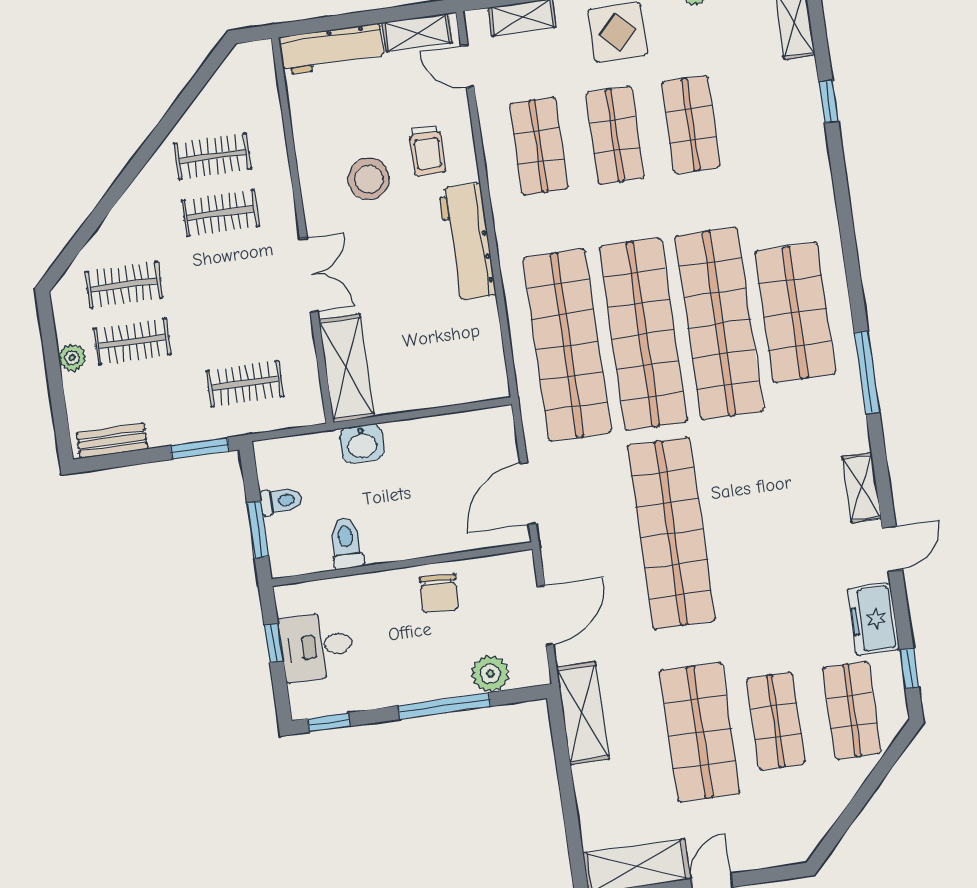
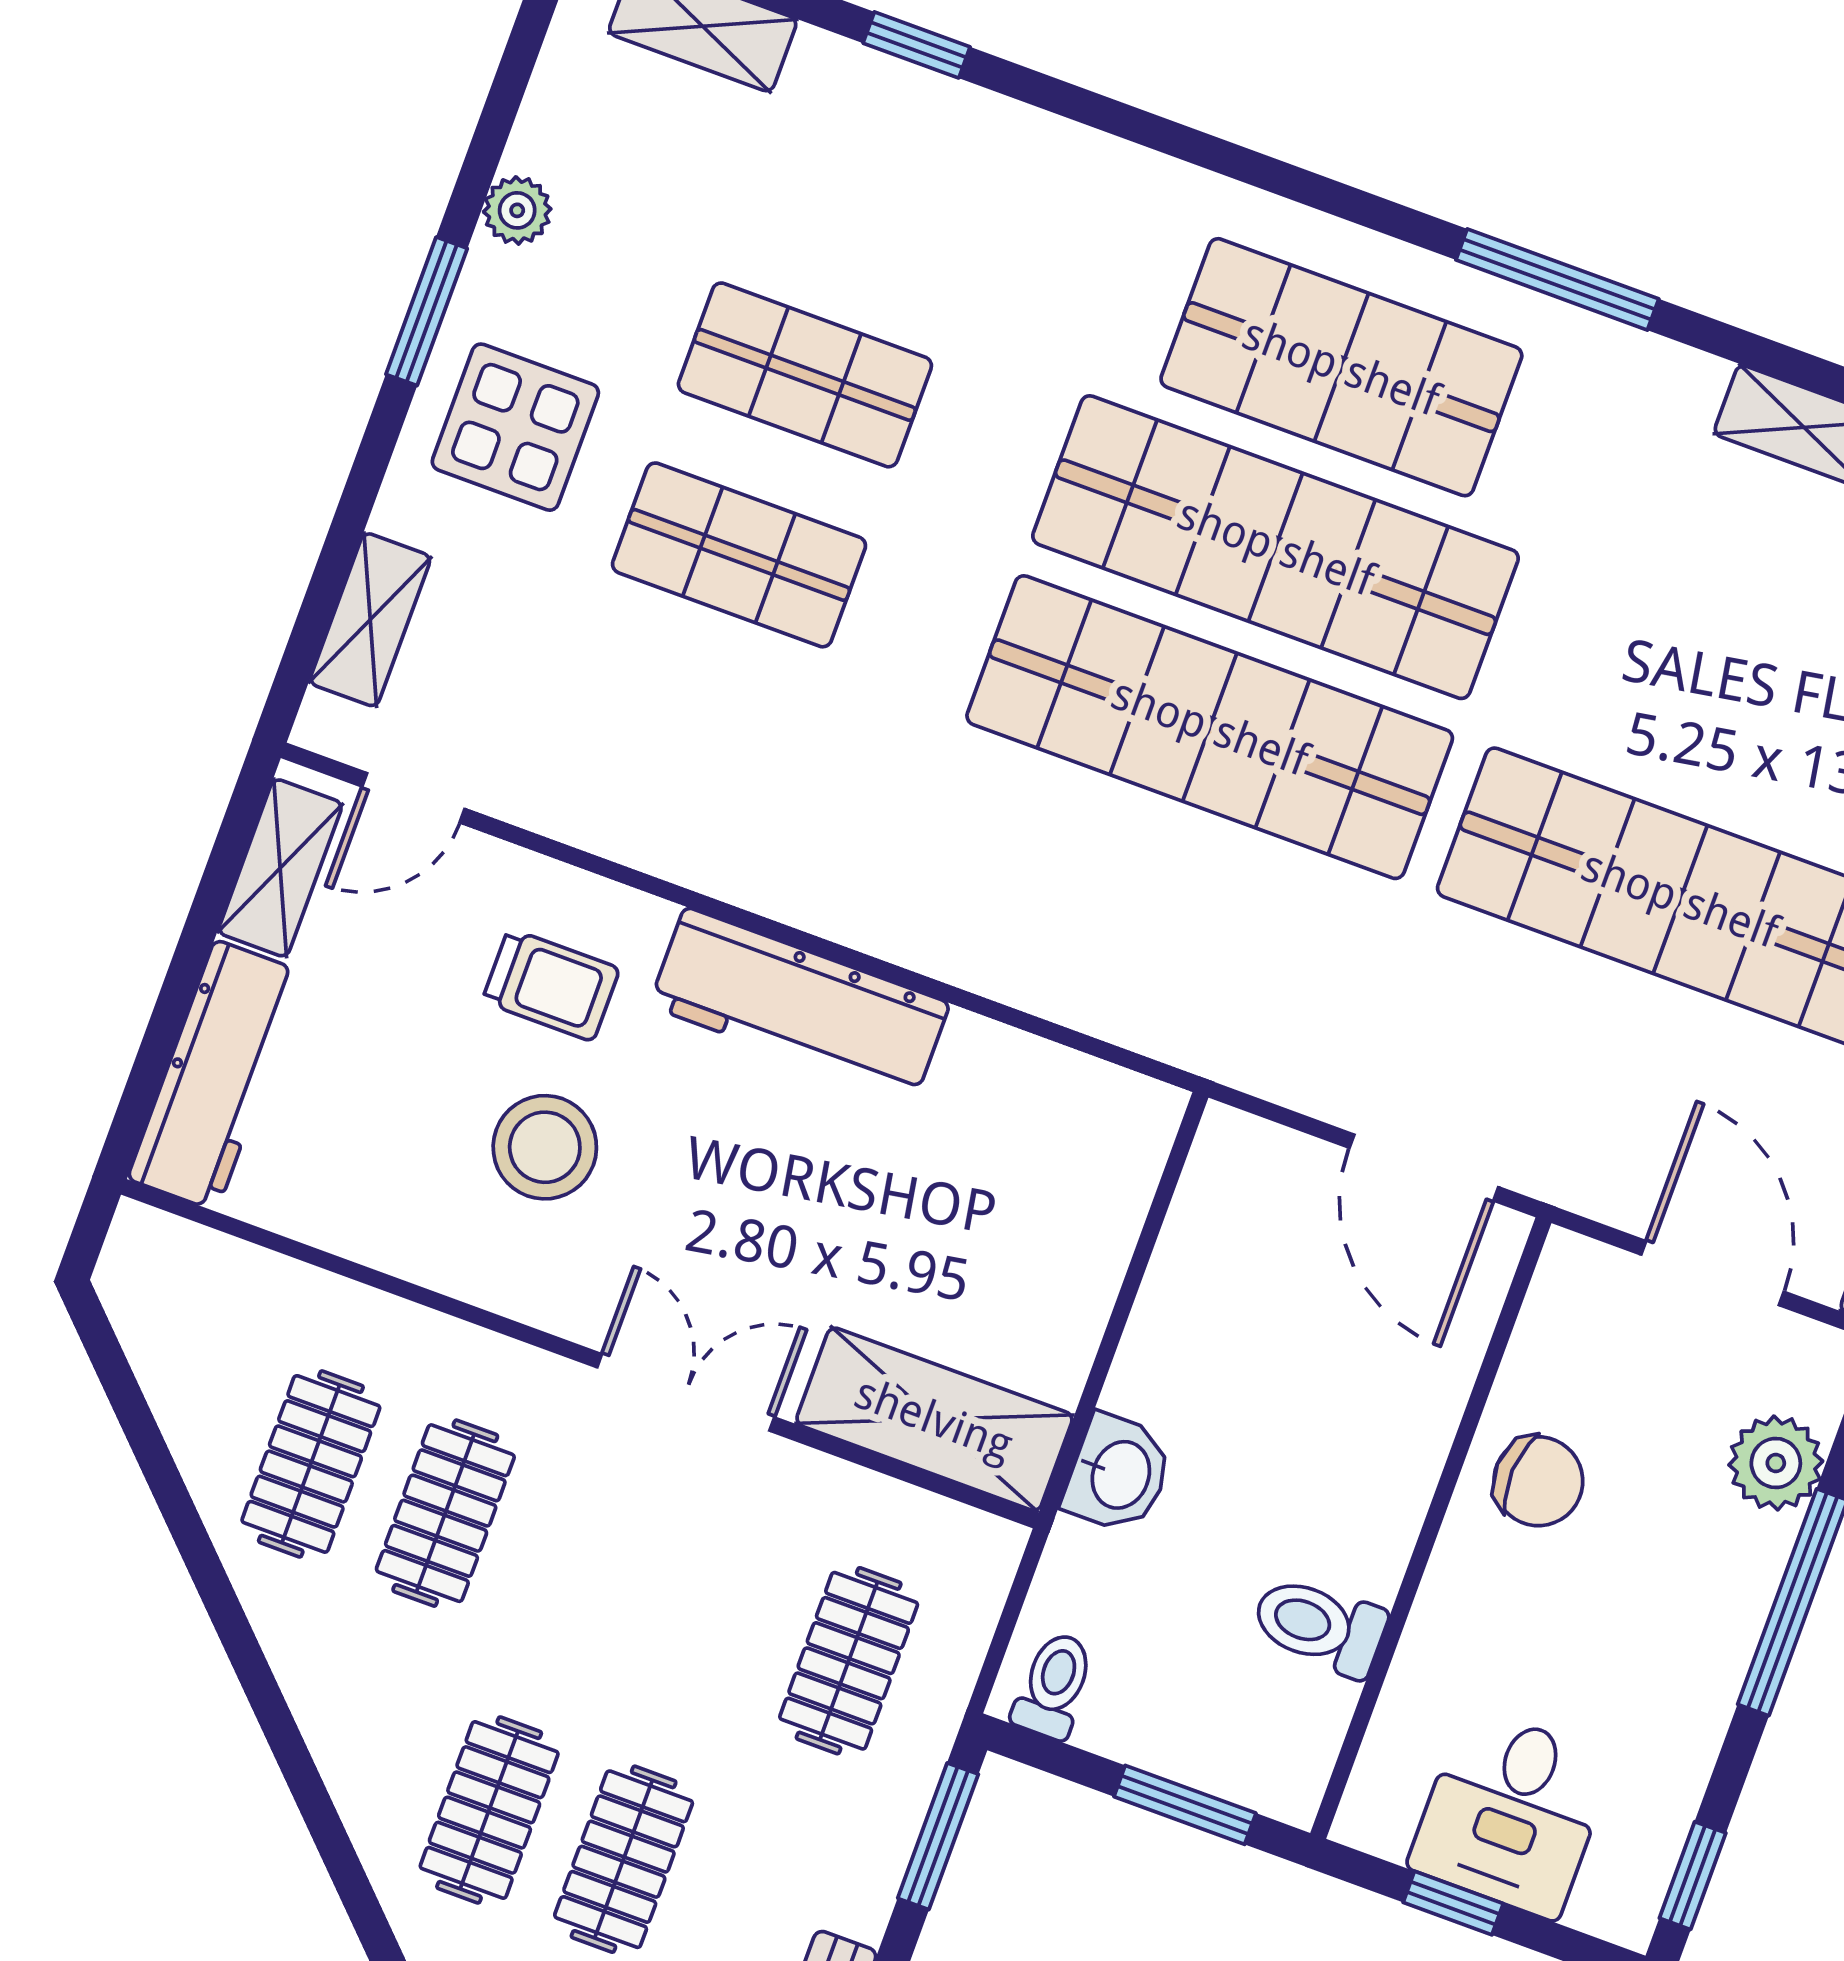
shop shelf: (539, 146) -> (673, 735), removed
shop shelf: (567, 345) -> (1144, 907), removed
toilet: (281, 501) -> (1054, 1685), moved

